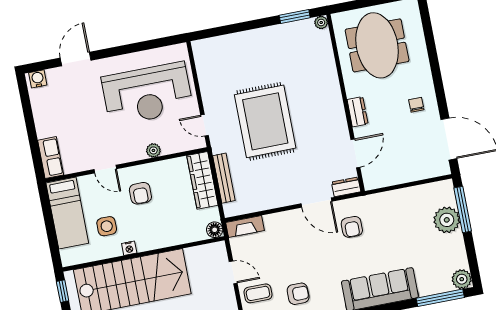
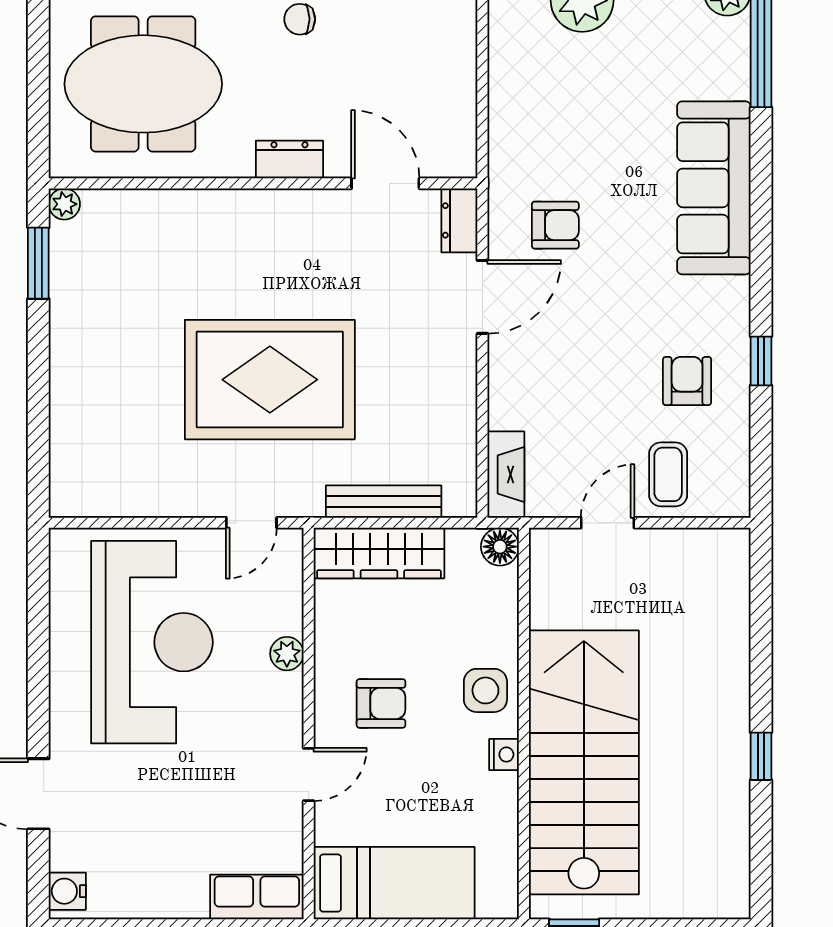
side table: (107, 226) -> (485, 690), moved

